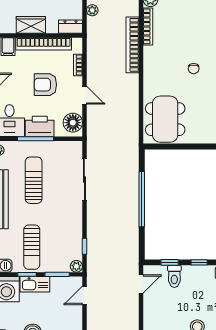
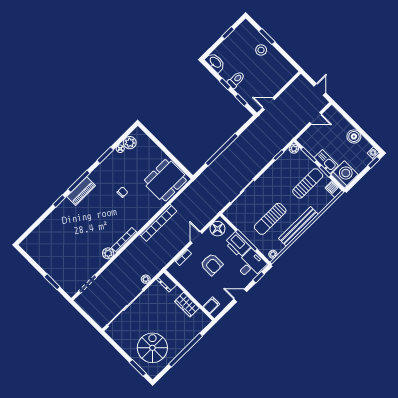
bookcase: (44, 44) -> (190, 287), removed
bookcase: (133, 45) -> (158, 223), moved
toilet: (174, 276) -> (236, 80), moved
door: (84, 295) -> (316, 118), moved

